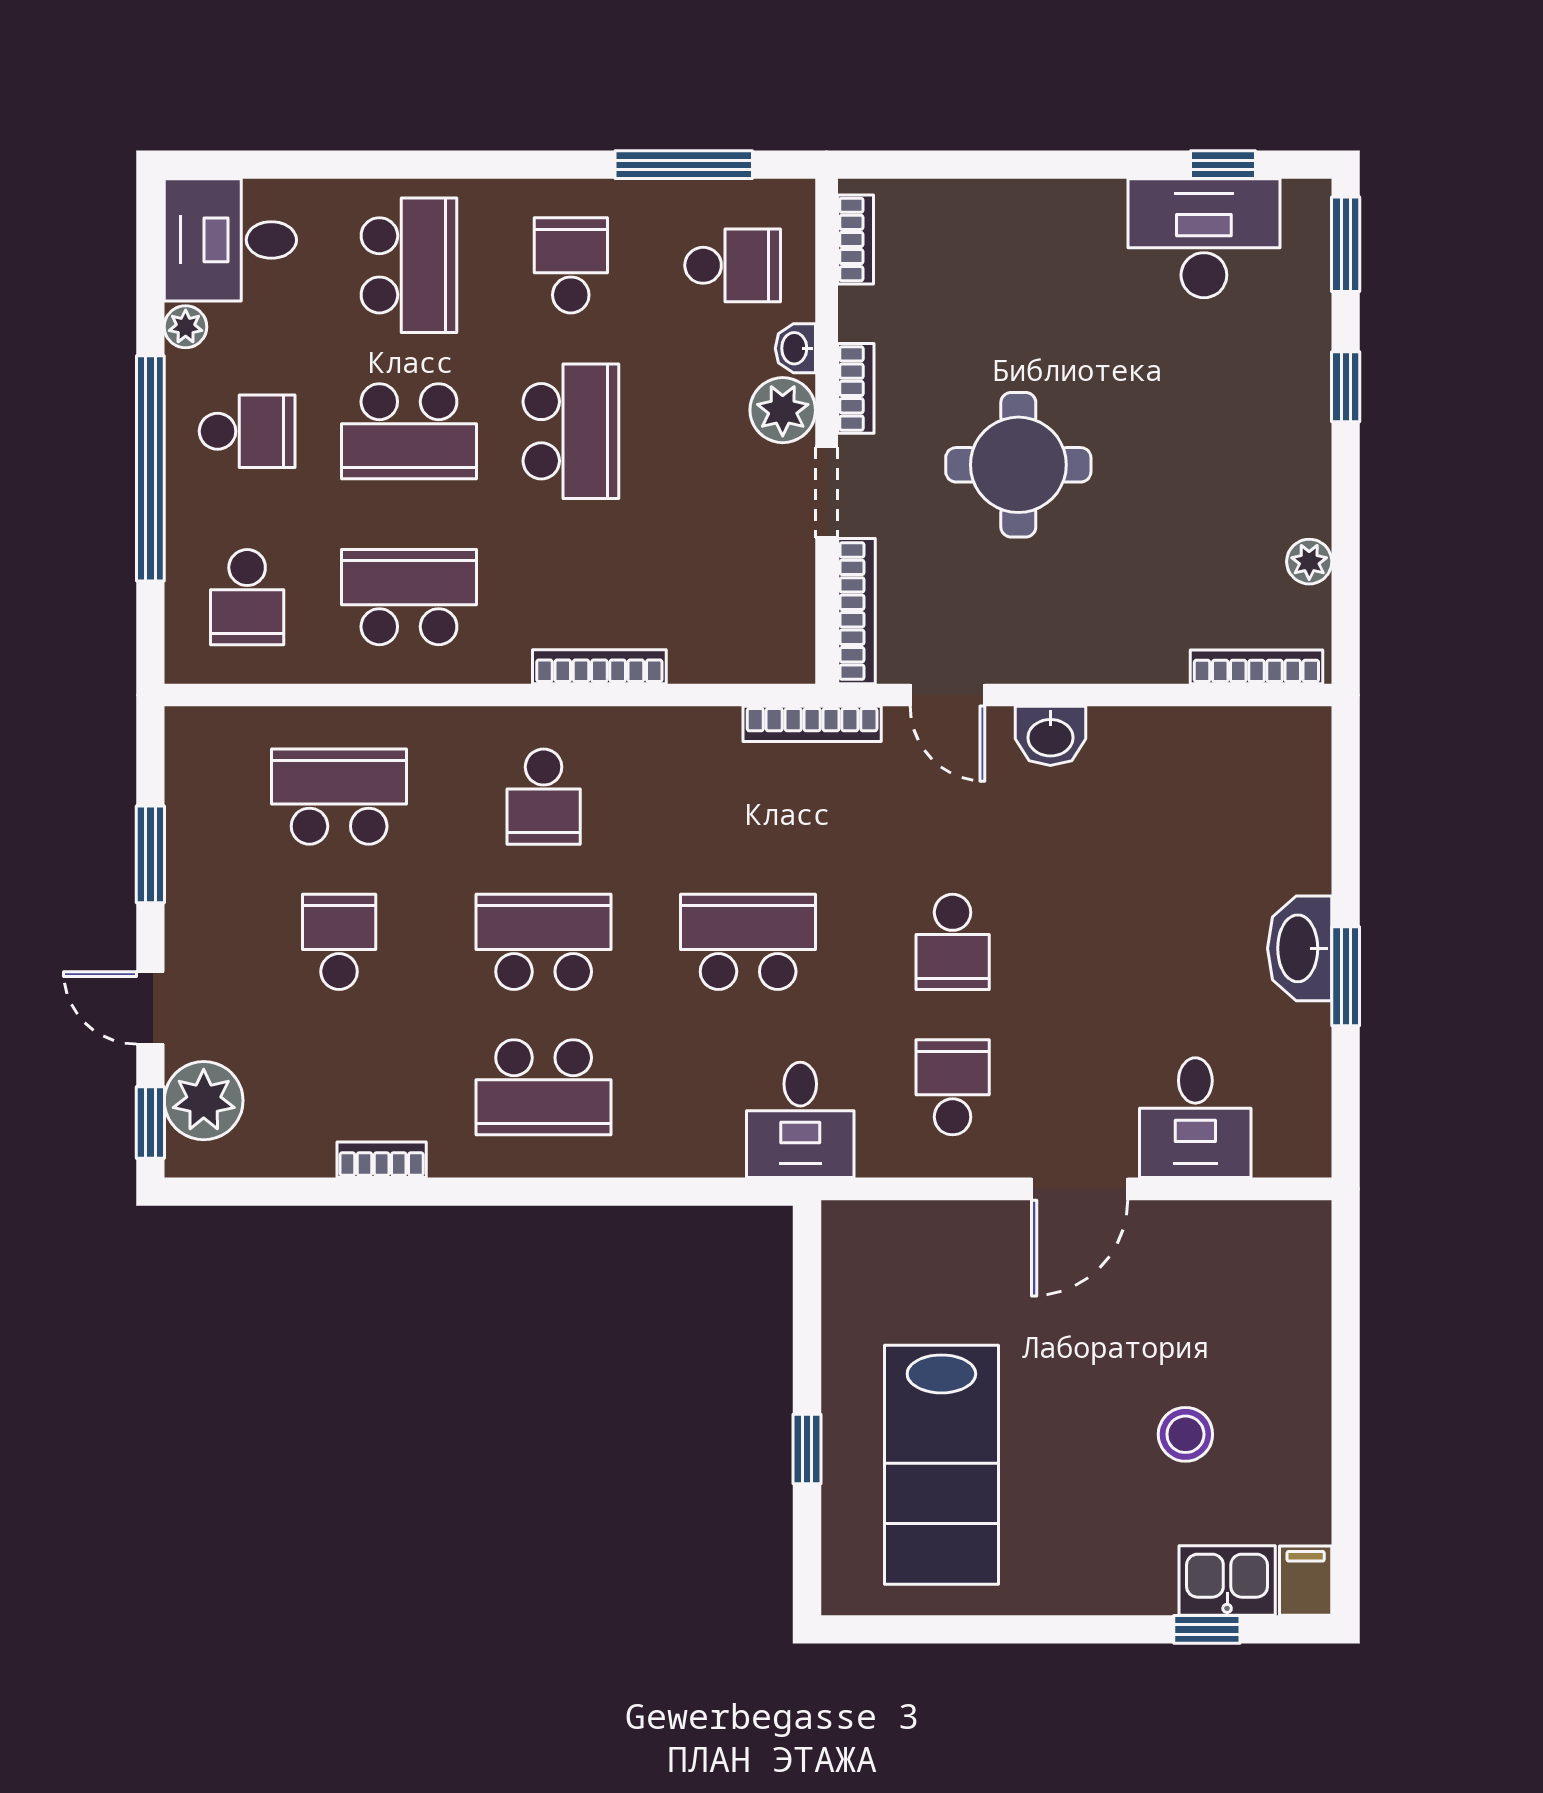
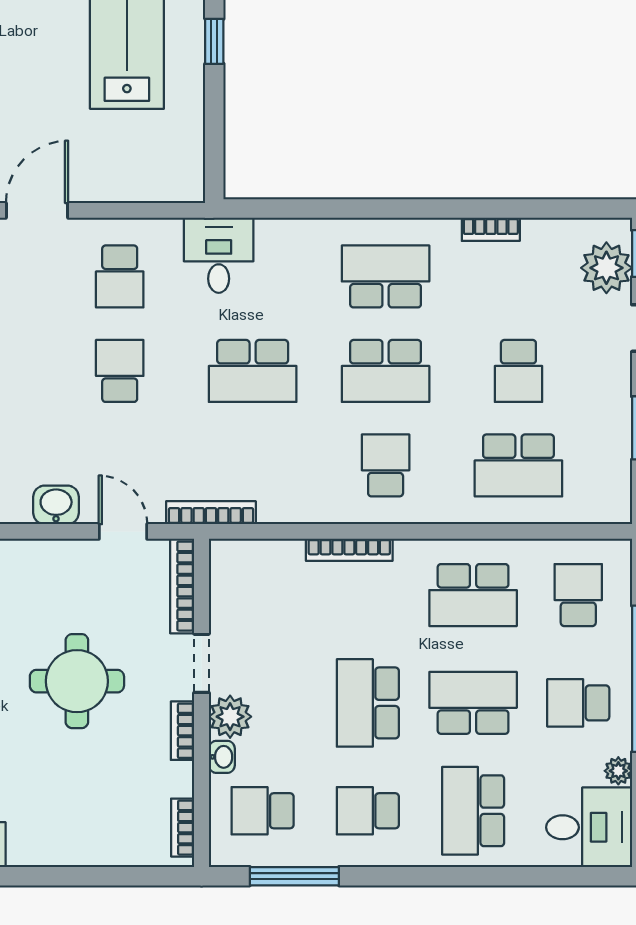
school desk: (571, 265) -> (368, 811), turned 90

